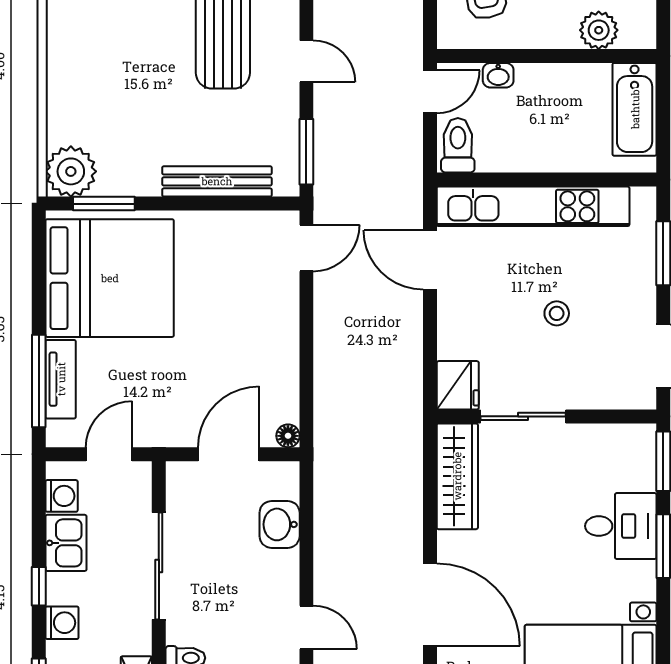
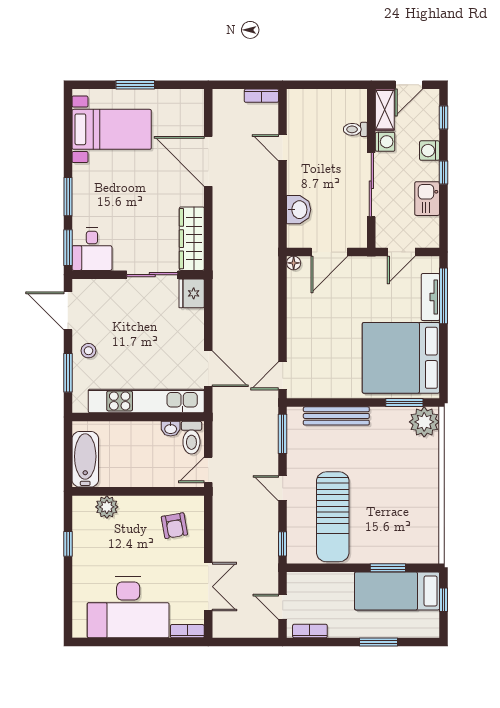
washbasin: (498, 75) -> (171, 429), moved, turned 180
stool: (557, 313) -> (88, 351), moved
washing machine: (62, 496) -> (385, 142), moved, turned 180
desk: (621, 526) -> (92, 249), moved, turned -90

